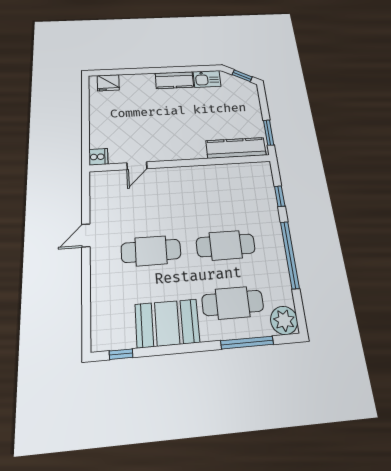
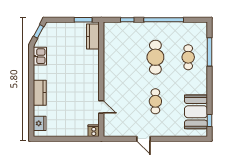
kitchen counter: (174, 80) -> (40, 93), moved
kitchen counter: (236, 148) -> (93, 37), width x0.67
cafe table: (151, 251) -> (155, 101), width x0.73, depth x0.74
cafe table: (233, 303) -> (188, 57), width x0.73, depth x0.74
plant: (284, 320) -> (200, 30), removed
booth: (167, 323) -> (196, 112), moved

